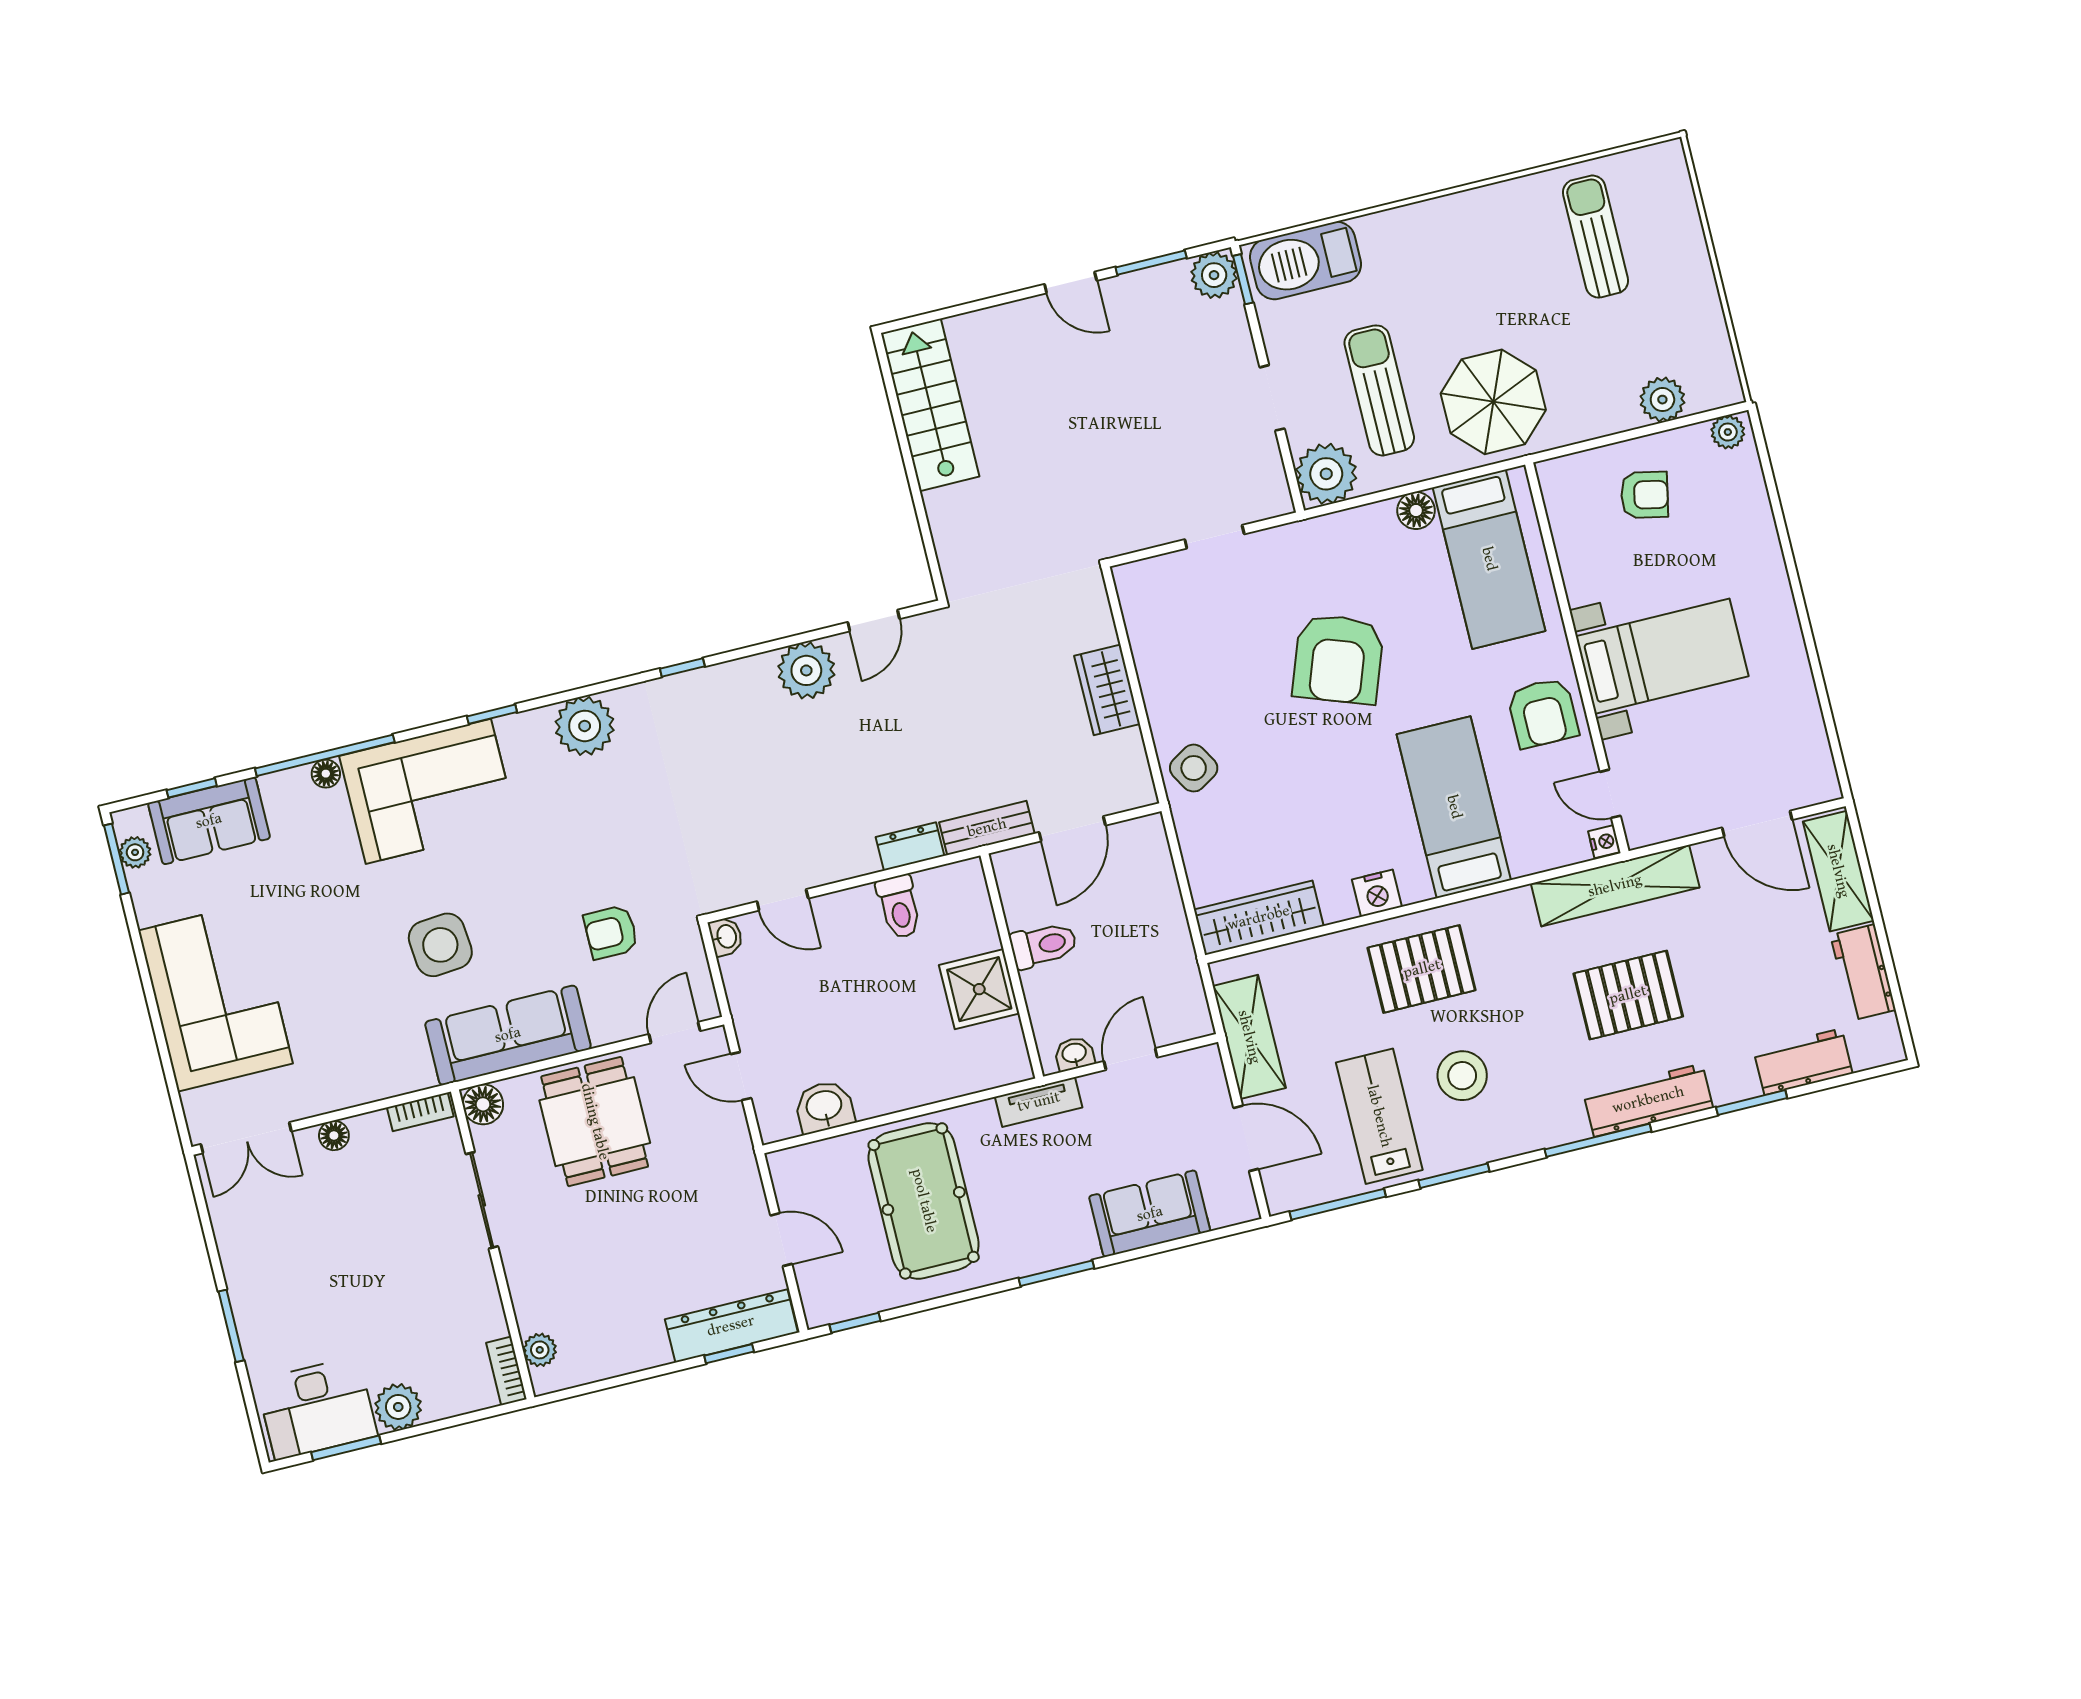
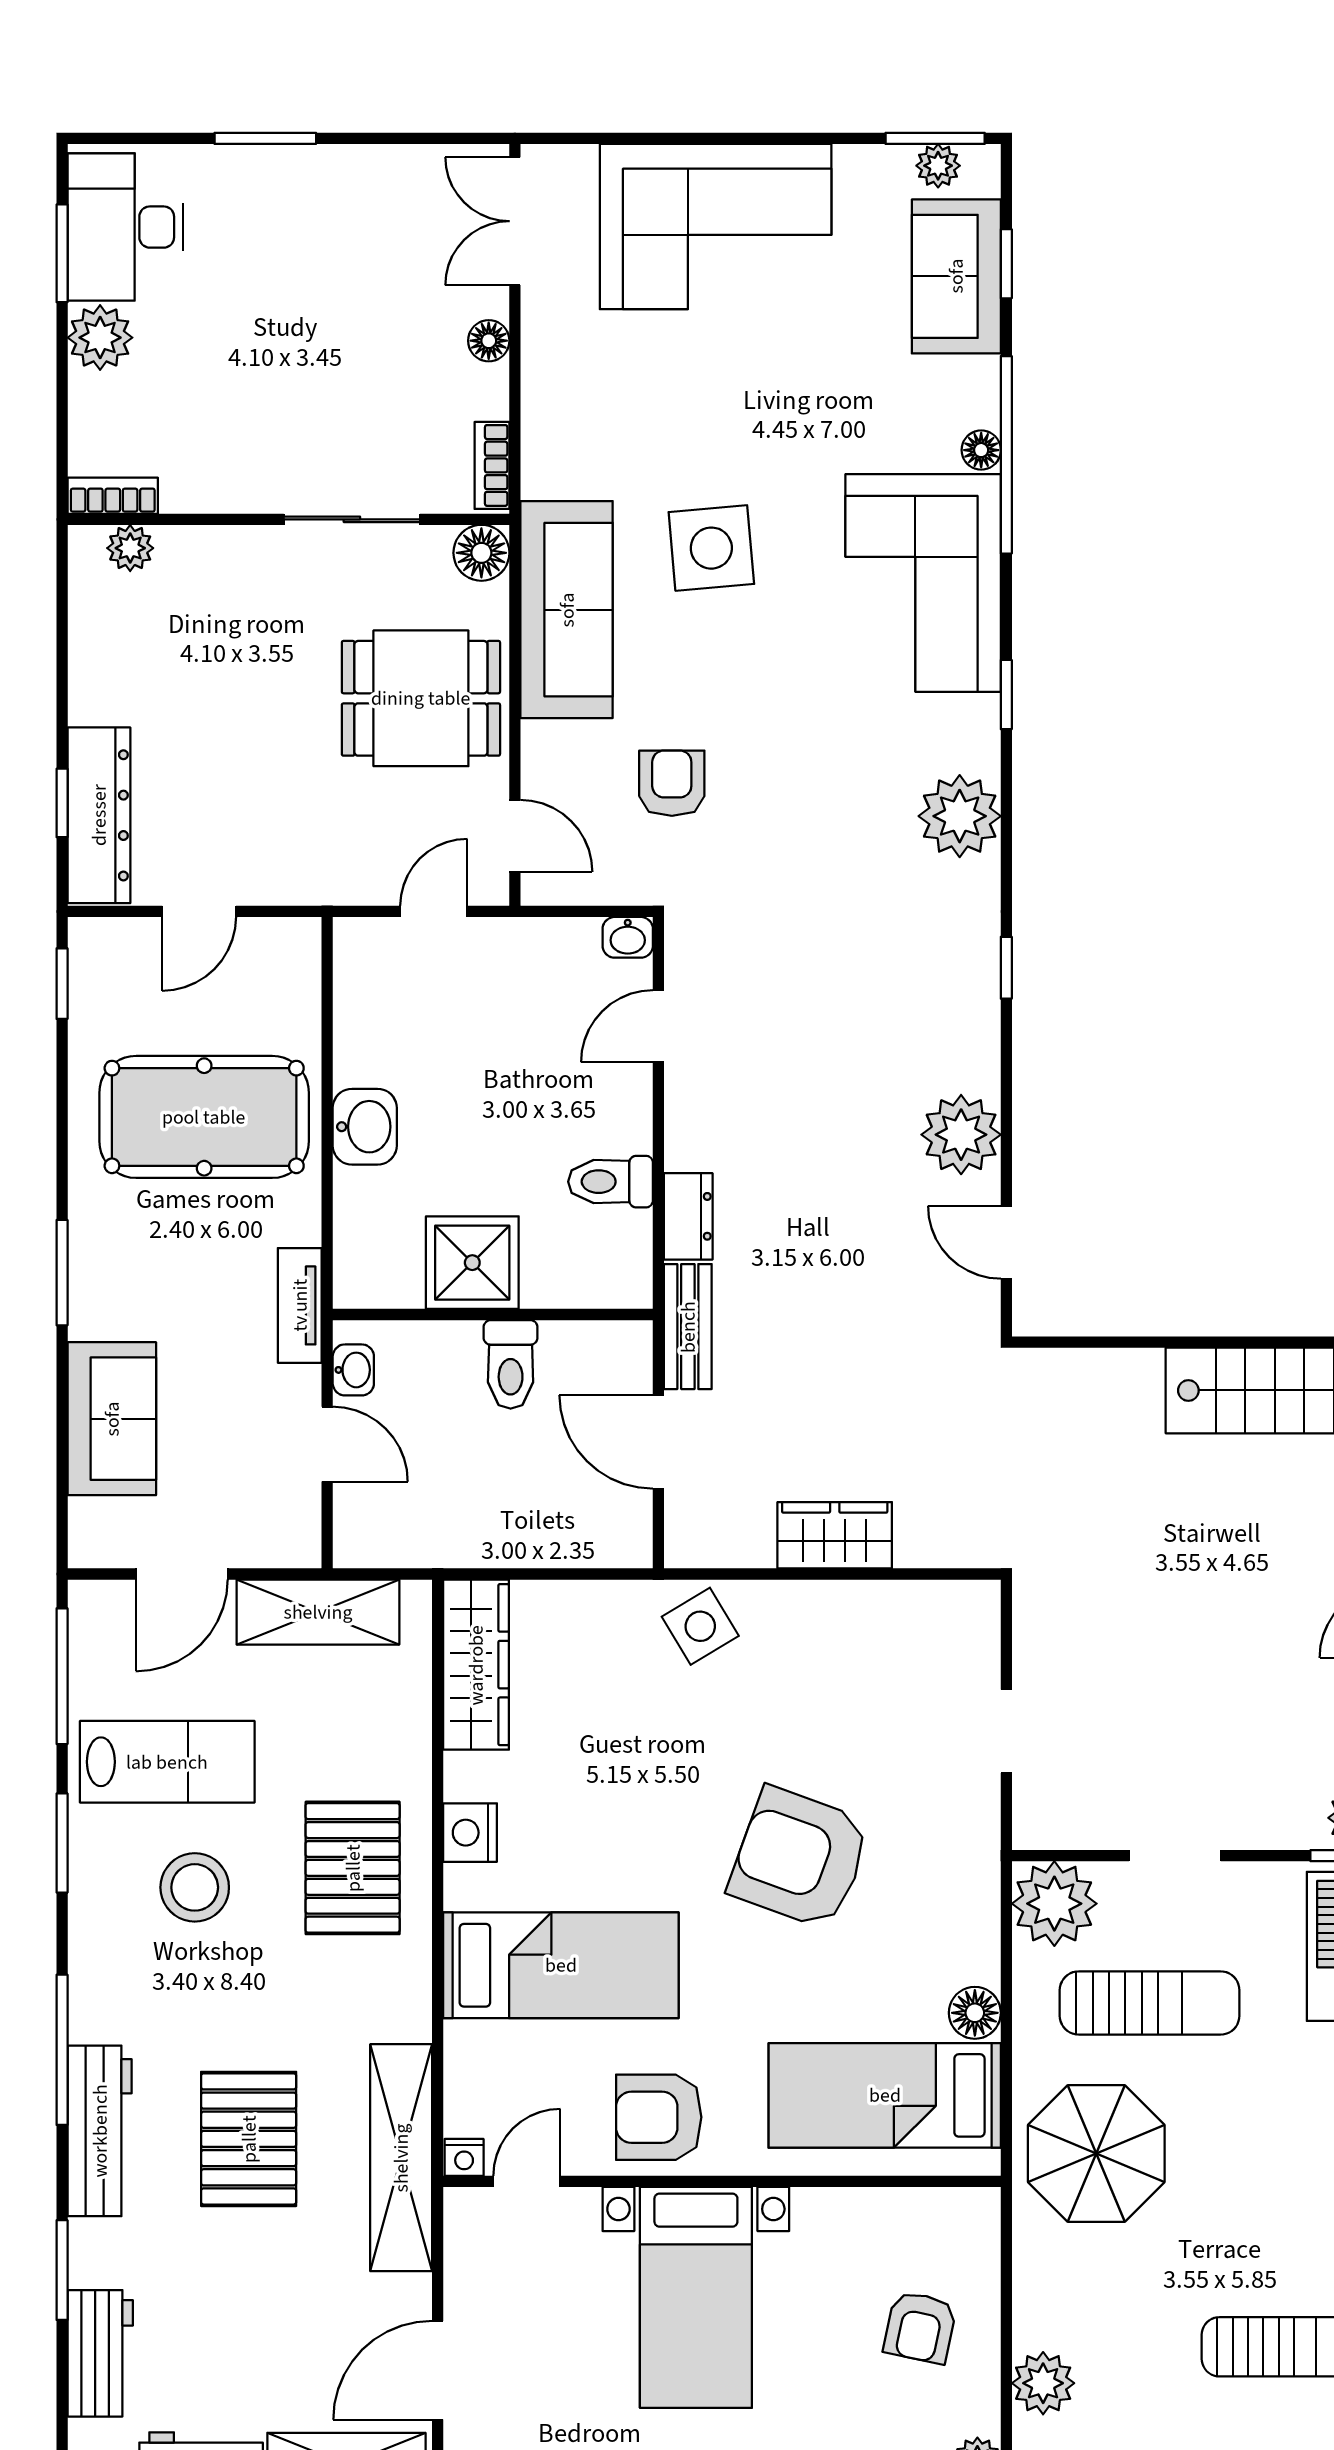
washbasin: (824, 1107) -> (365, 1127), moved

